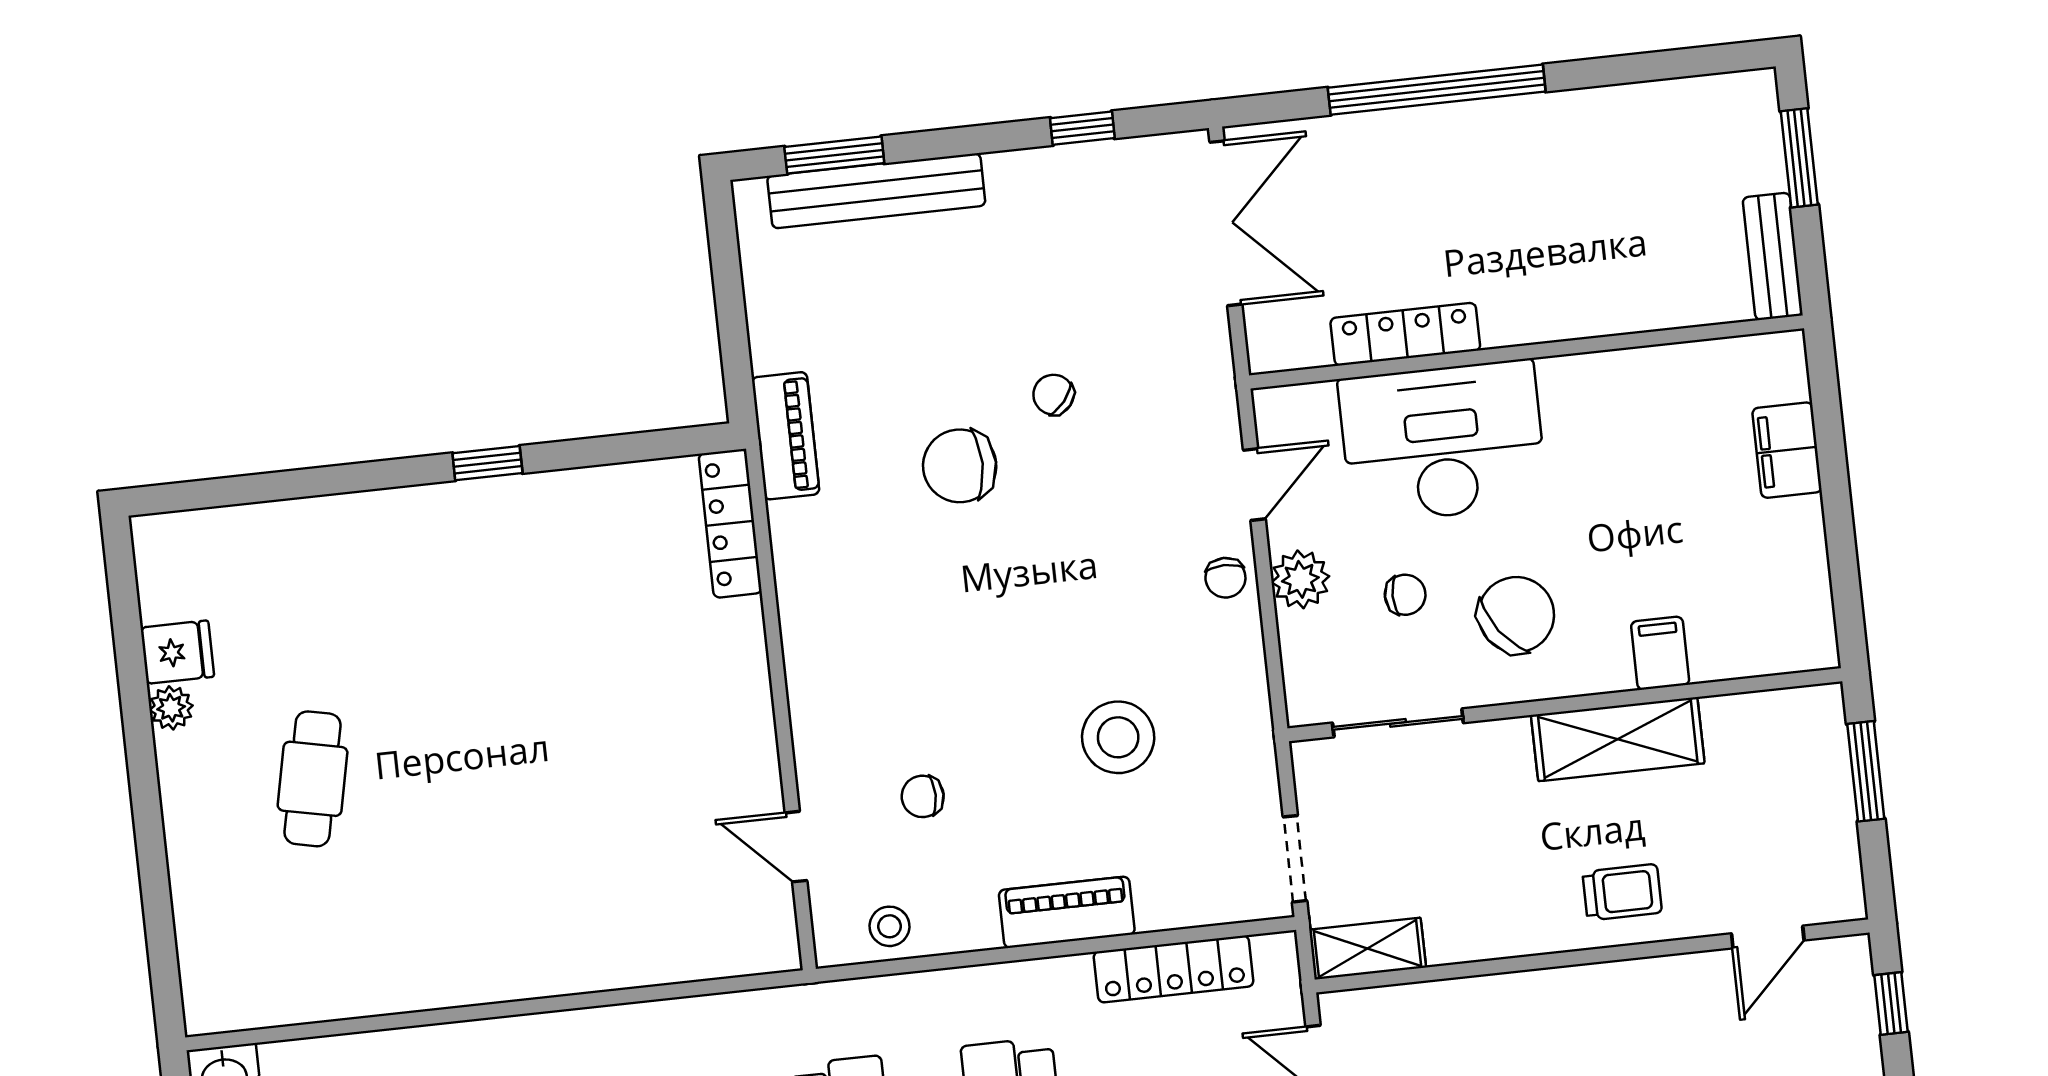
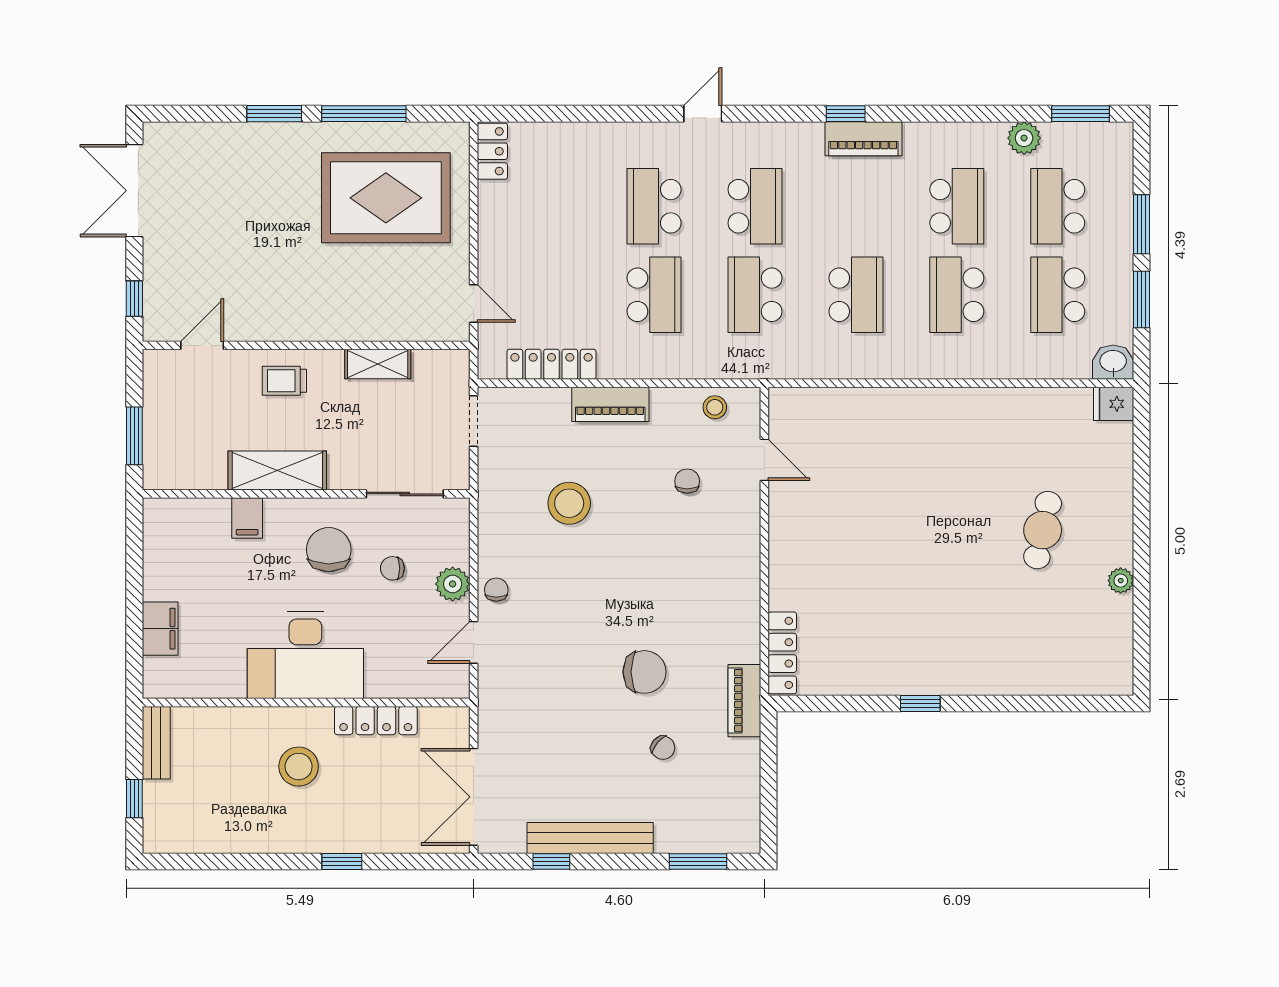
window: (1437, 90) -> (342, 862), width x0.32
window: (1799, 158) -> (134, 799), width x0.67
bench: (876, 191) -> (590, 838), moved
stool: (1527, 242) -> (299, 767), added
chair: (1053, 395) -> (663, 748), moved
desk: (1443, 442) -> (305, 655), moved
chair: (1516, 615) -> (329, 550), turned 126
fridge: (177, 652) -> (1114, 404), moved
chair: (923, 796) -> (687, 481), turned -90
shelving: (1368, 949) -> (378, 364), moved

